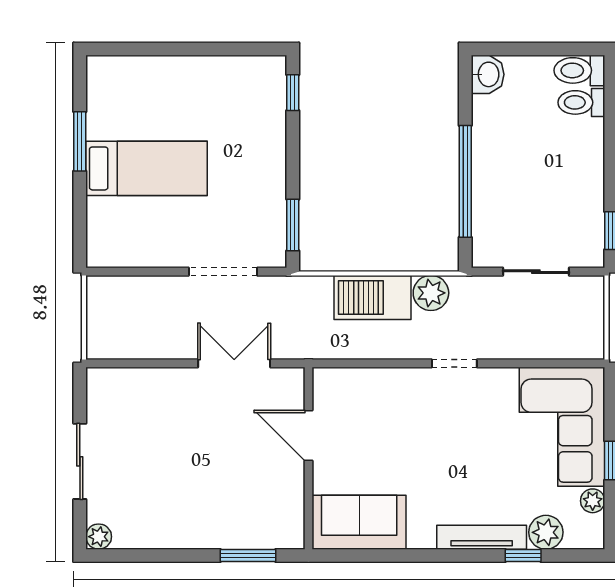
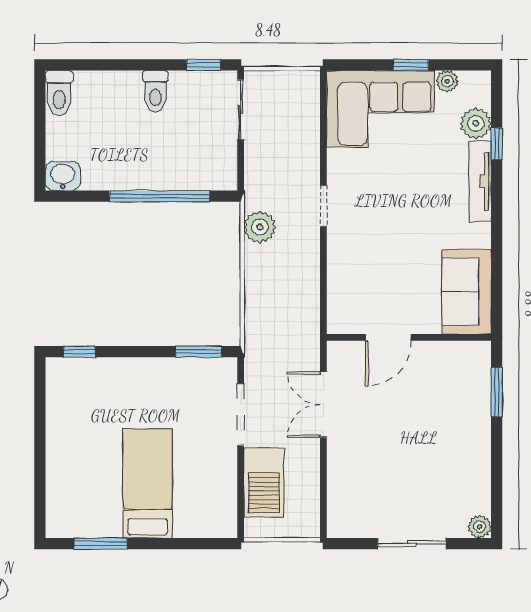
toilet: (581, 102) -> (155, 91), moved
window: (80, 141) -> (101, 544), moved
sliding door: (536, 272) -> (241, 110), moved
barbecue: (372, 297) -> (264, 482), moved

